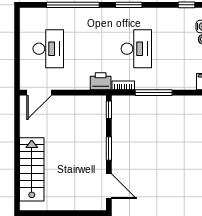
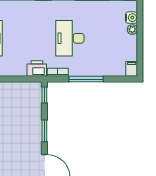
desk: (136, 49) -> (70, 38), turned 180

